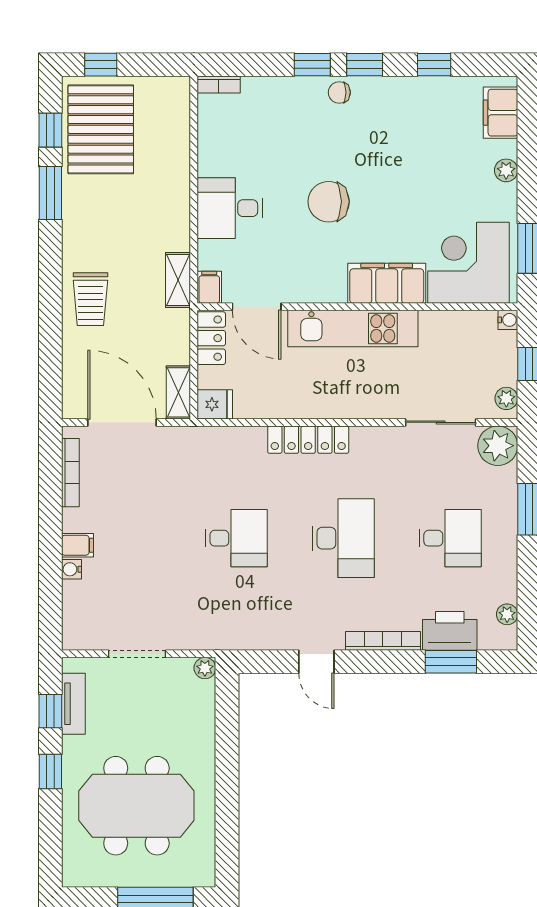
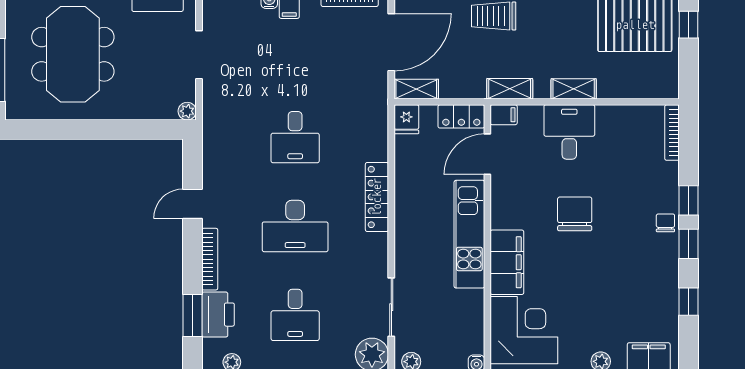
bookcase: (219, 85) -> (672, 133), width x1.56
shelving: (178, 203) -> (574, 89), added

